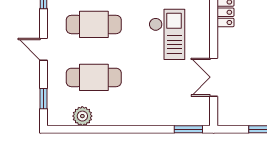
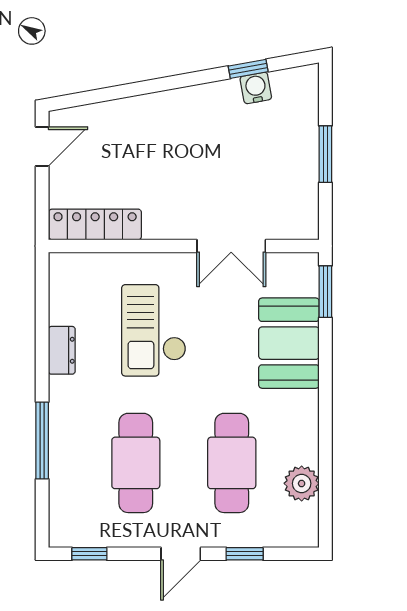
checkout: (167, 34) -> (154, 330), turned -90
window: (44, 99) -> (245, 554), moved
booth: (160, 109) -> (289, 343), added

